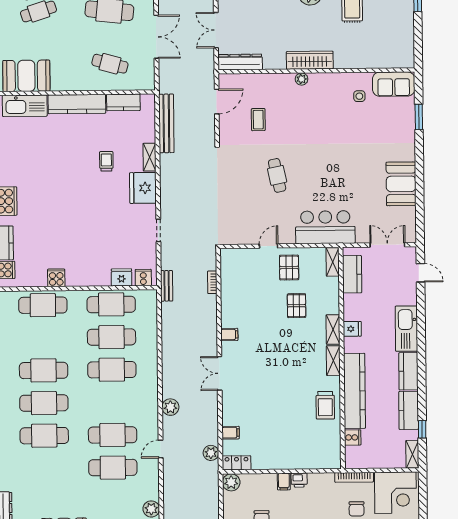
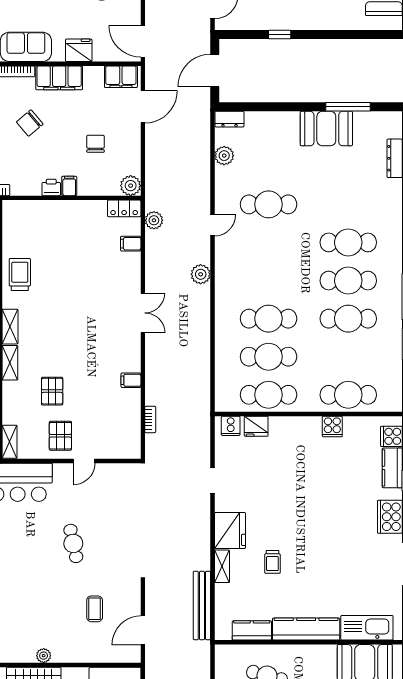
bench: (167, 286) -> (204, 416), removed
filing cabinet: (229, 334) -> (131, 380), moved
cafe table: (113, 435) -> (269, 242), removed

